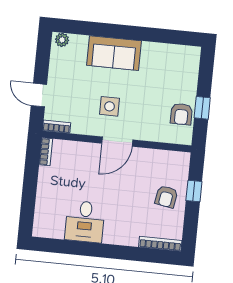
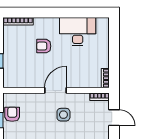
armchair: (166, 197) -> (44, 46), moved, turned -100
desk: (85, 222) -> (78, 32), width x1.37

